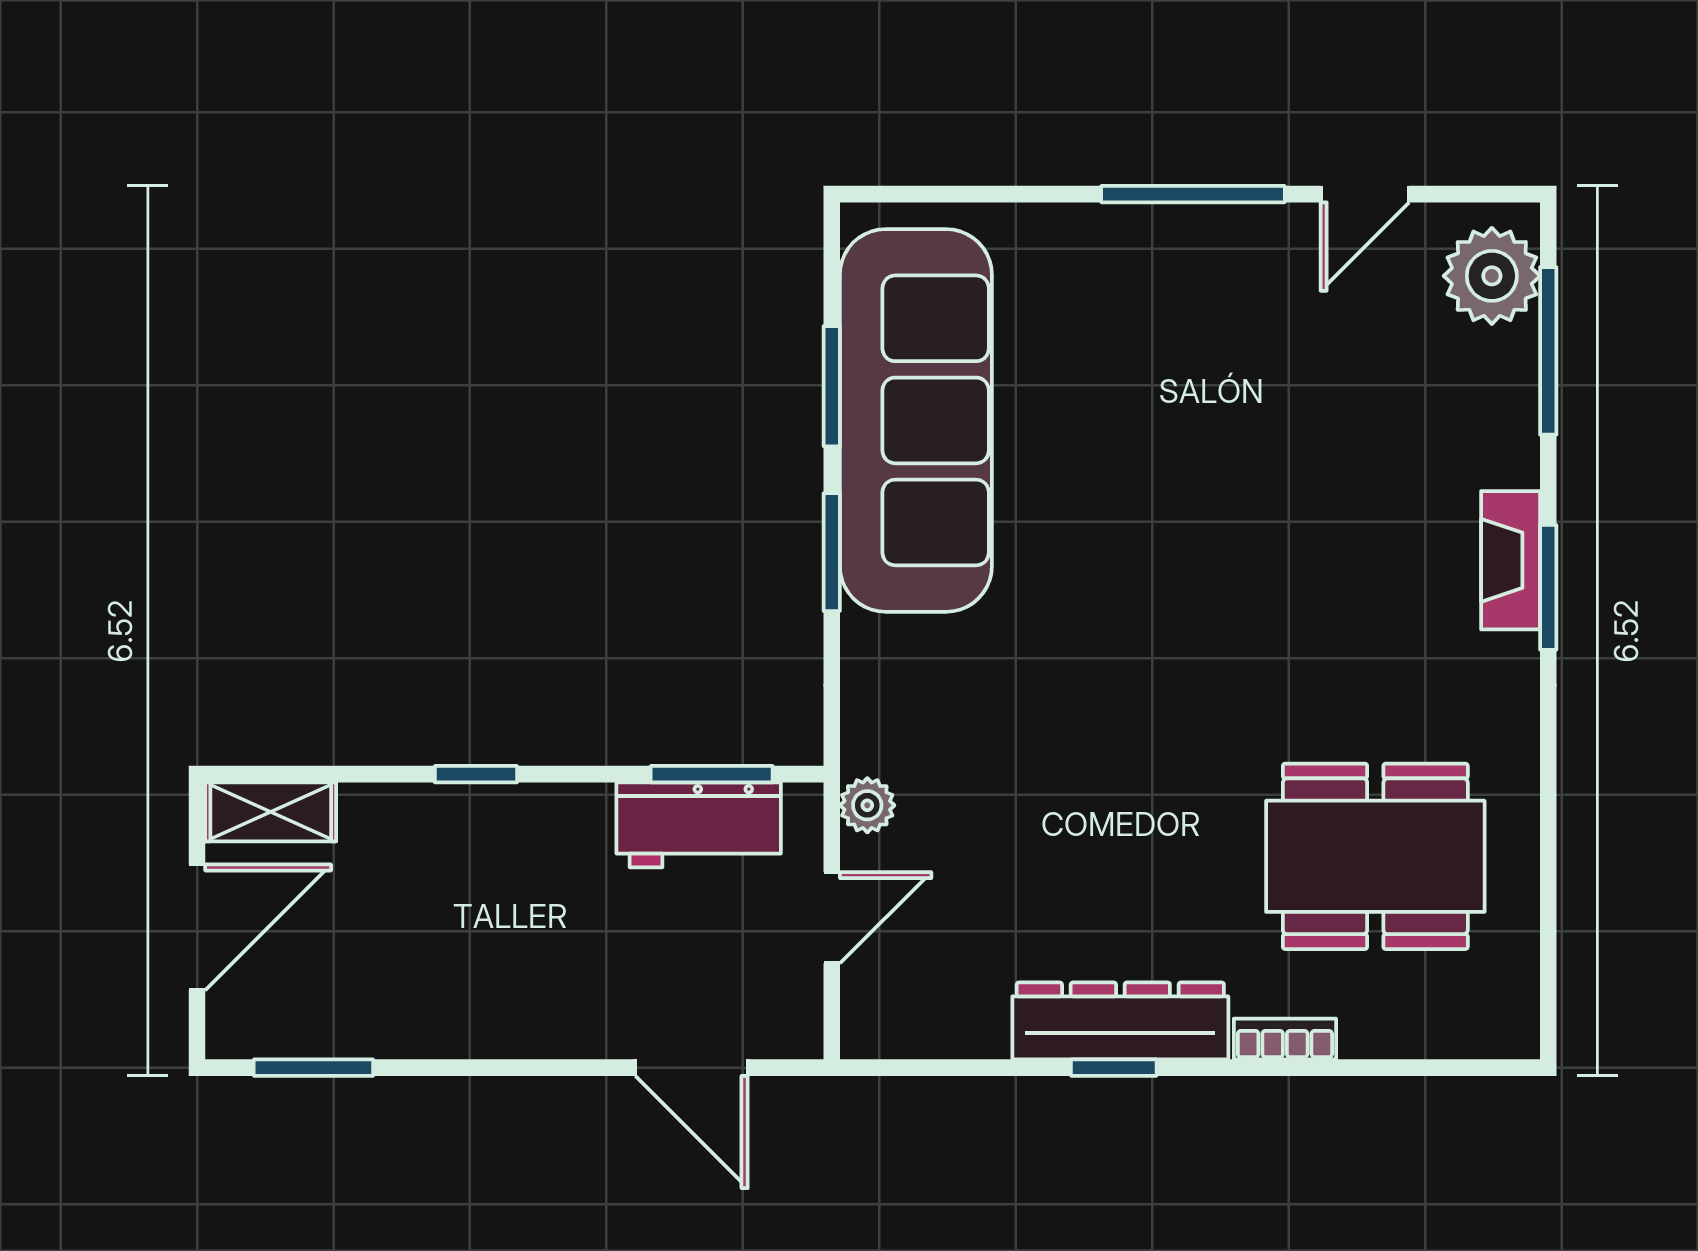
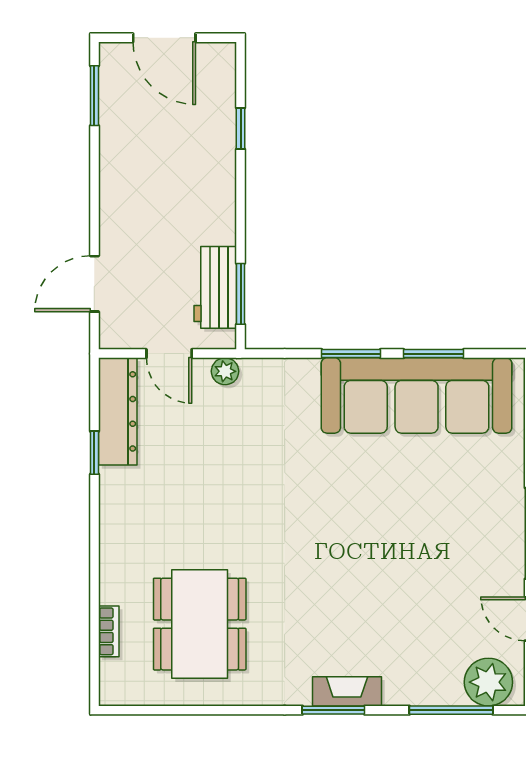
window: (476, 774) -> (241, 128), moved
shelving: (271, 812) -> (222, 74), removed
dresser: (1120, 1021) -> (118, 411), moved
bookcase: (1285, 1039) -> (109, 631), moved
window: (1114, 1068) -> (94, 453), moved

